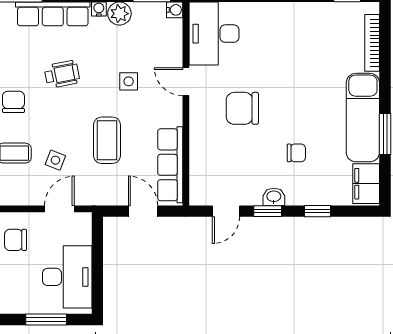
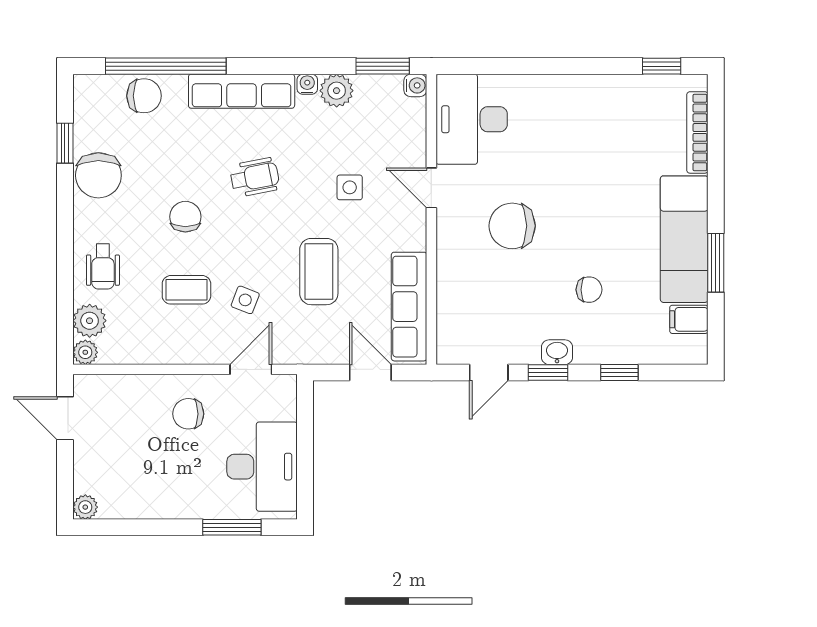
filing cabinet: (366, 184) -> (689, 319), width x0.50

